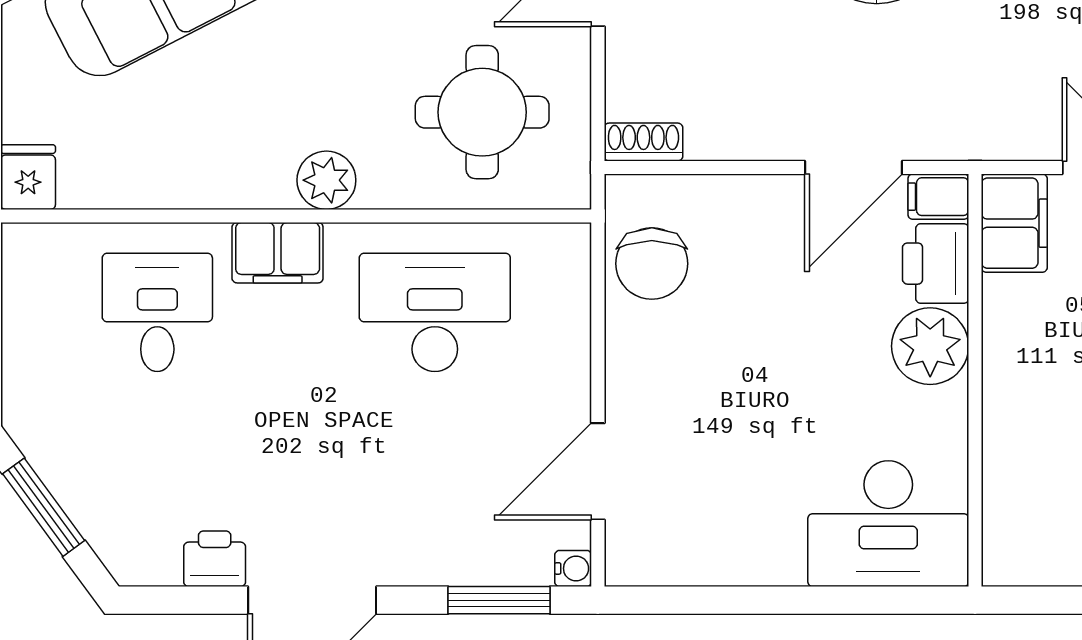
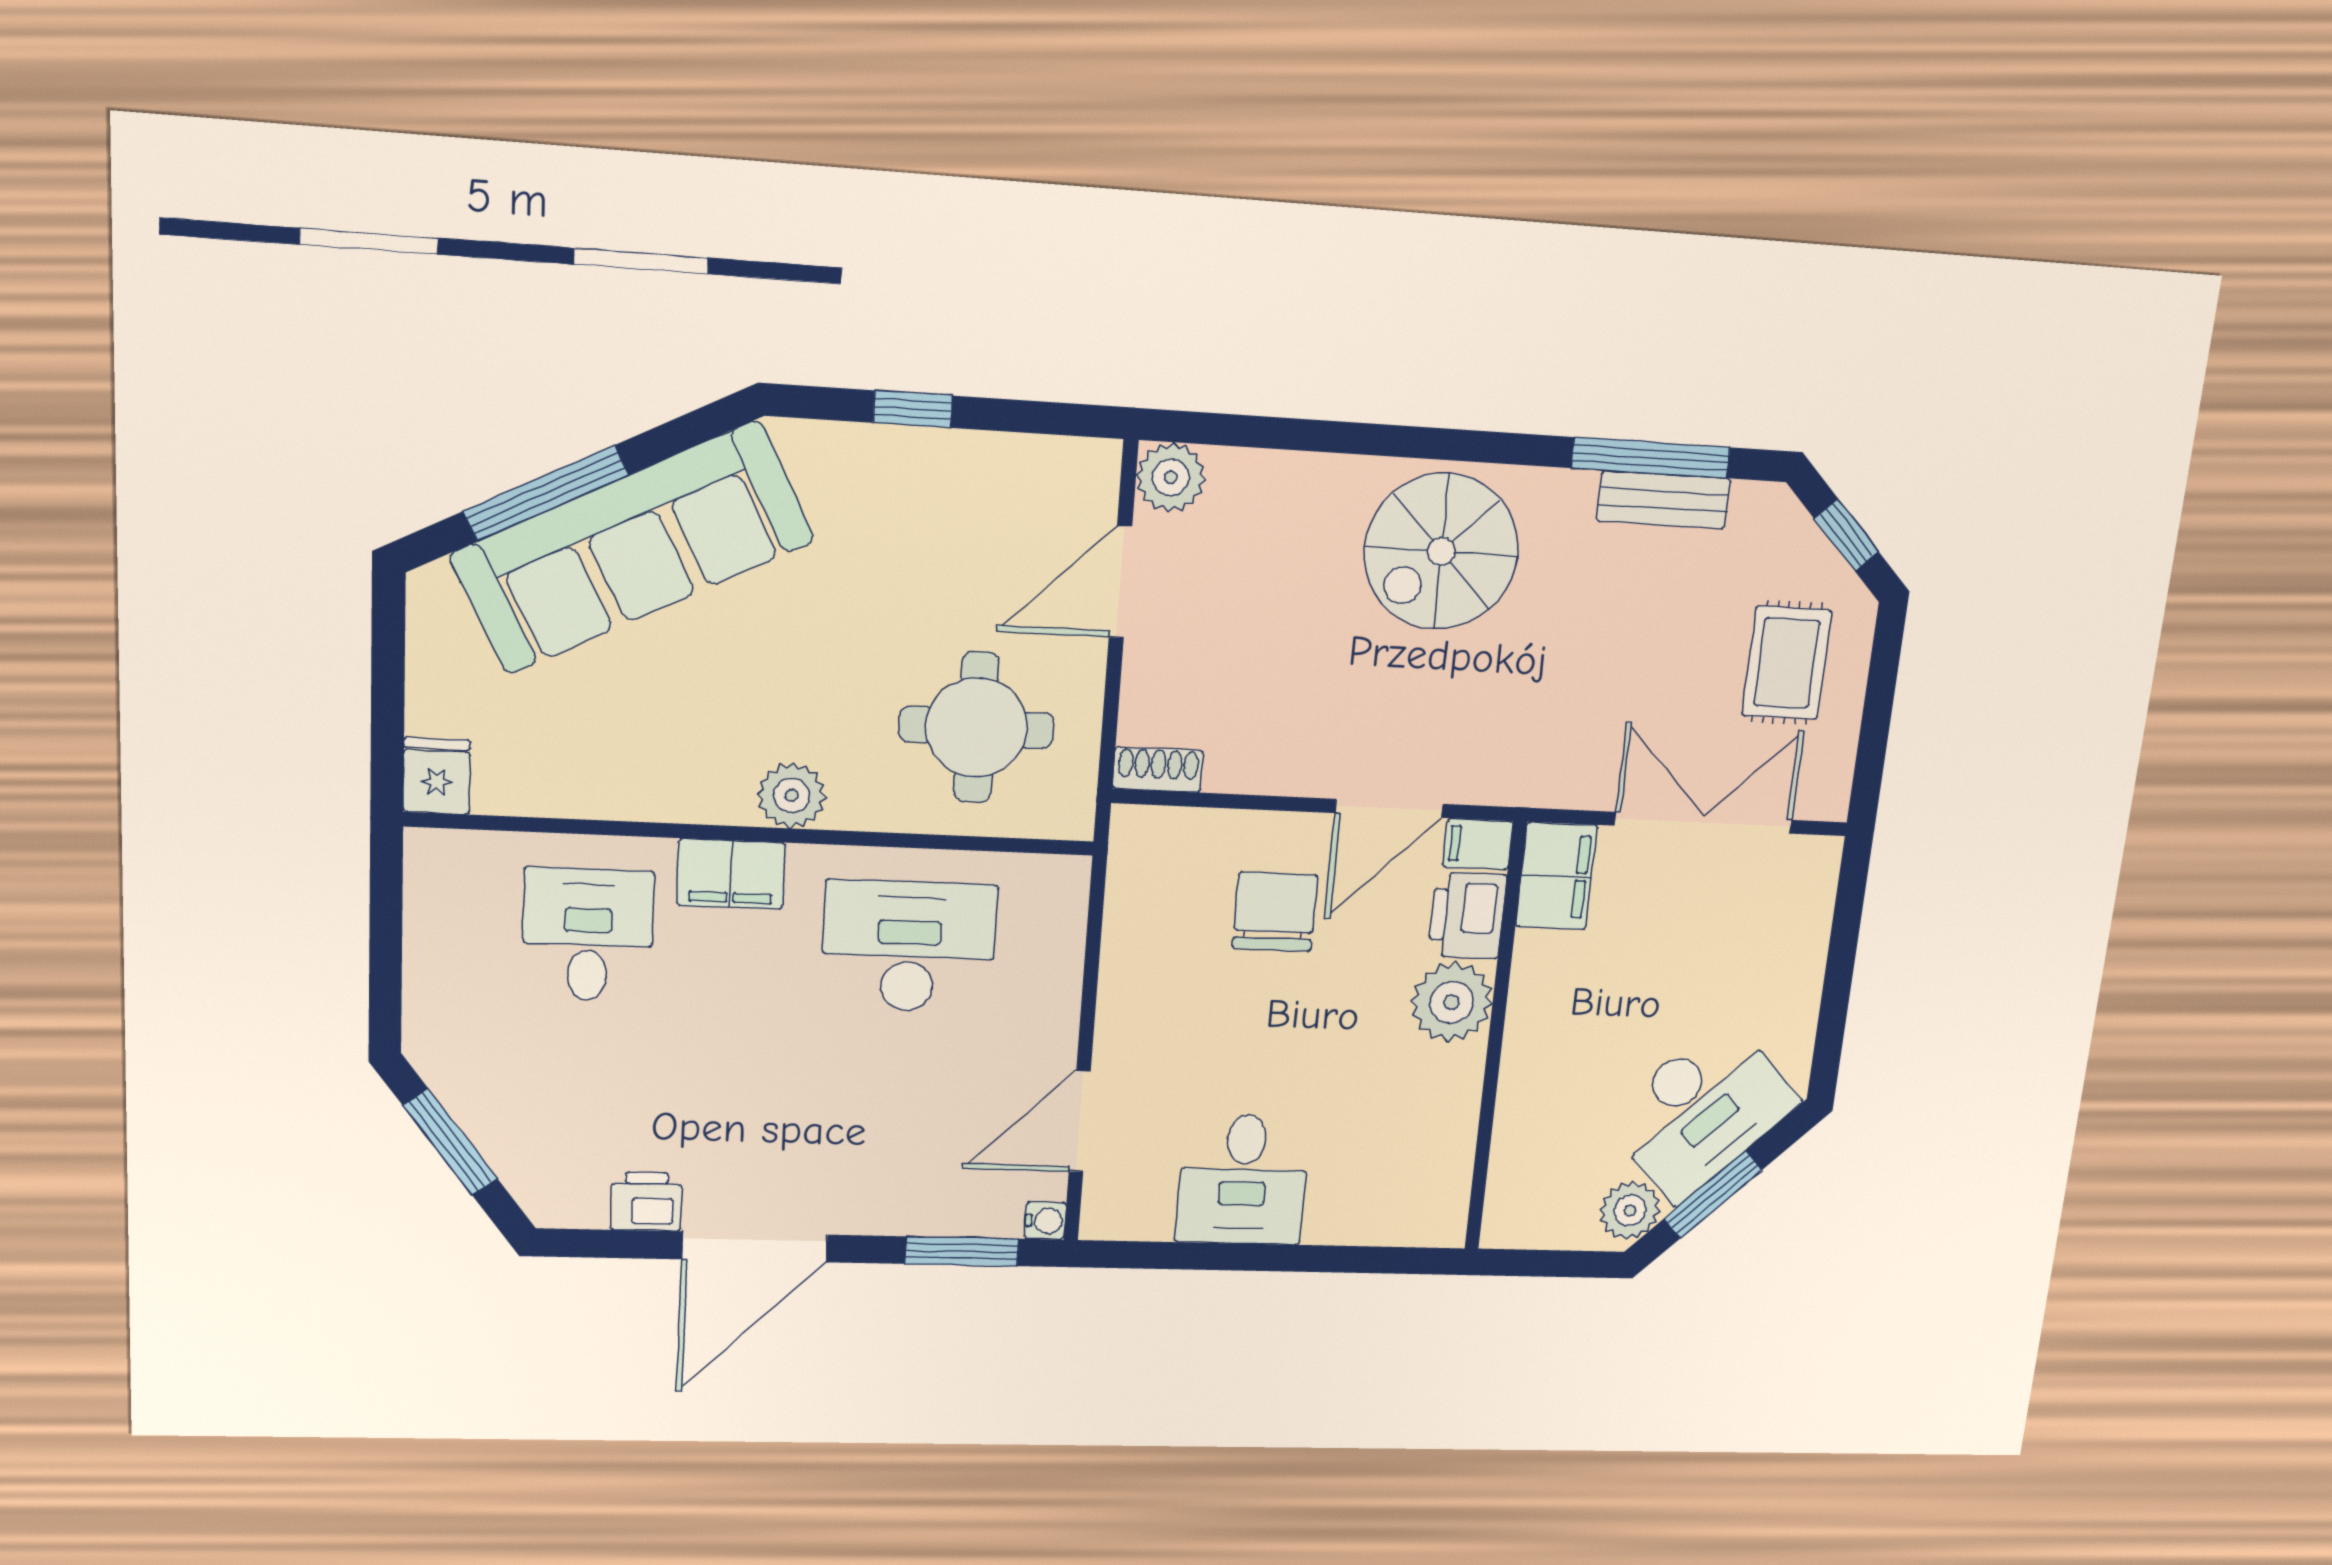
chair: (652, 264) -> (1275, 912), moved, turned 180
desk: (888, 524) -> (1243, 1180), moved, width x0.73

